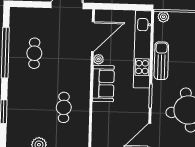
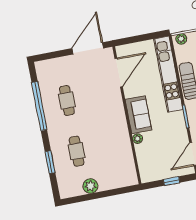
plant: (98, 59) -> (138, 139), moved
cafe table: (64, 107) -> (77, 151), moved

